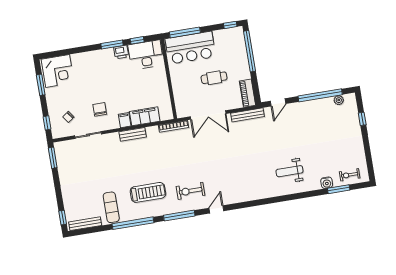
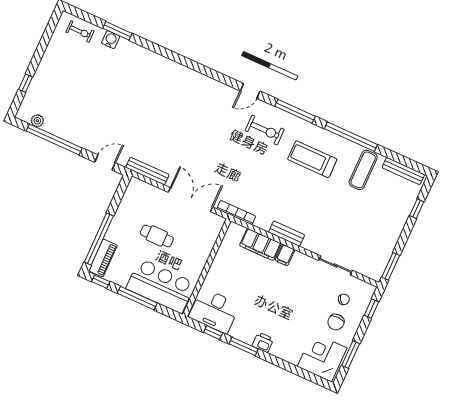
window: (185, 32) -> (137, 298), moved
printer: (121, 52) -> (263, 342), moved
piano: (247, 93) -> (103, 258), moved
chair: (100, 109) -> (336, 322), moved
weight bench: (290, 171) -> (143, 79), removed
window: (339, 189) -> (117, 31), moved
window: (63, 218) -> (417, 209), moved

